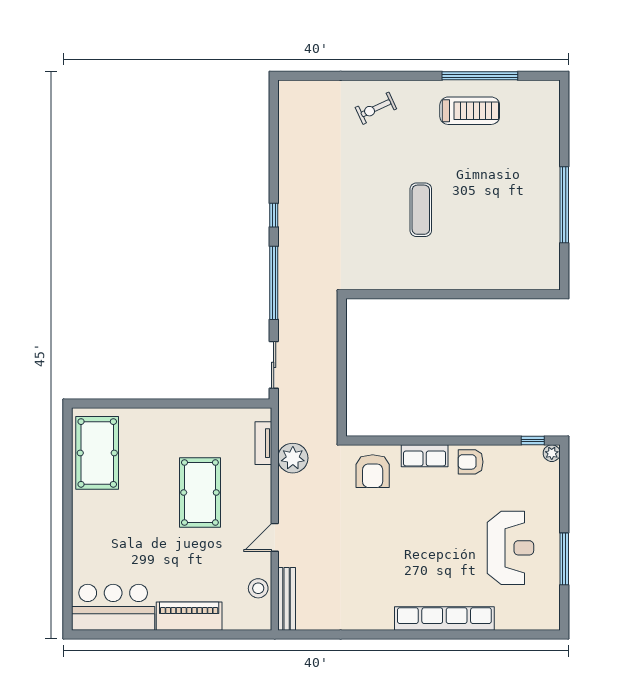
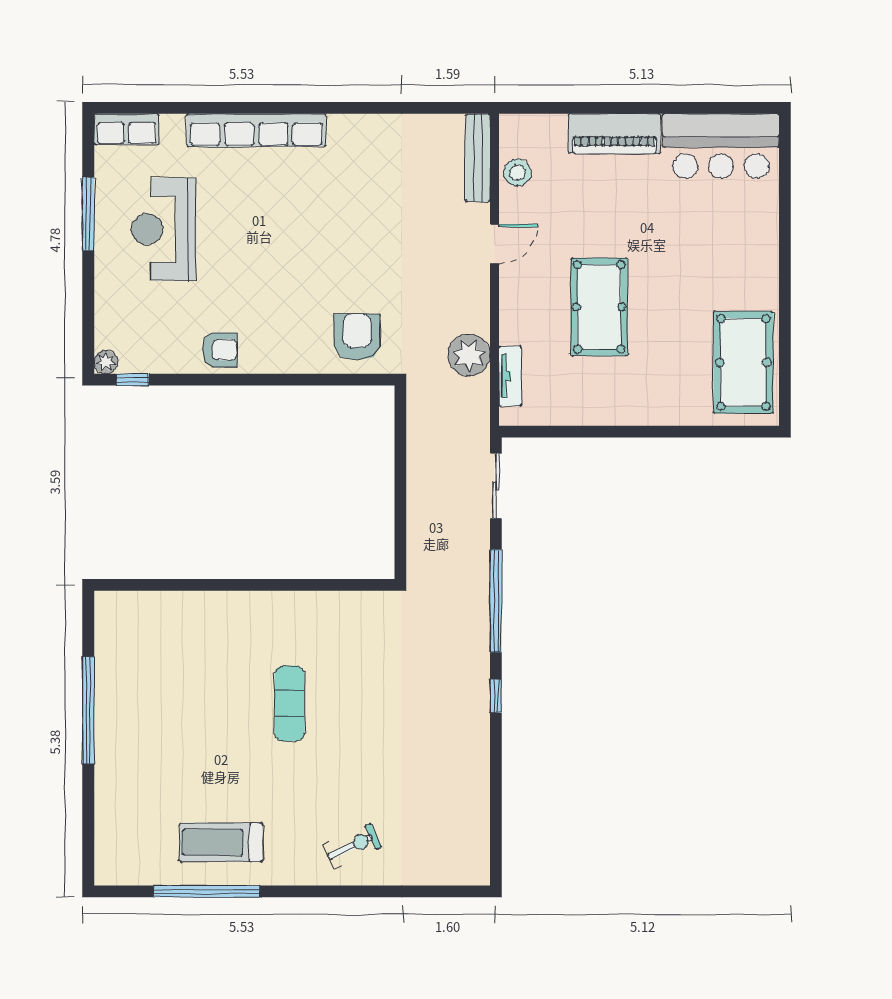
row of seats: (425, 456) -> (126, 129), moved, turned 180

